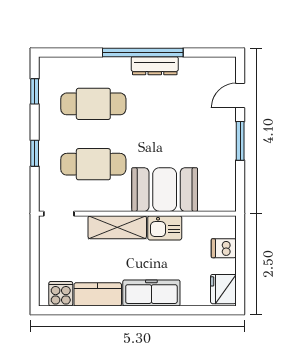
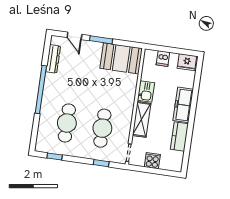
dresser: (155, 66) -> (53, 59), moved
window: (35, 153) -> (101, 163), moved
booth: (165, 190) -> (121, 58), moved, turned 90
cooker: (61, 294) -> (152, 161), moved, turned 90

